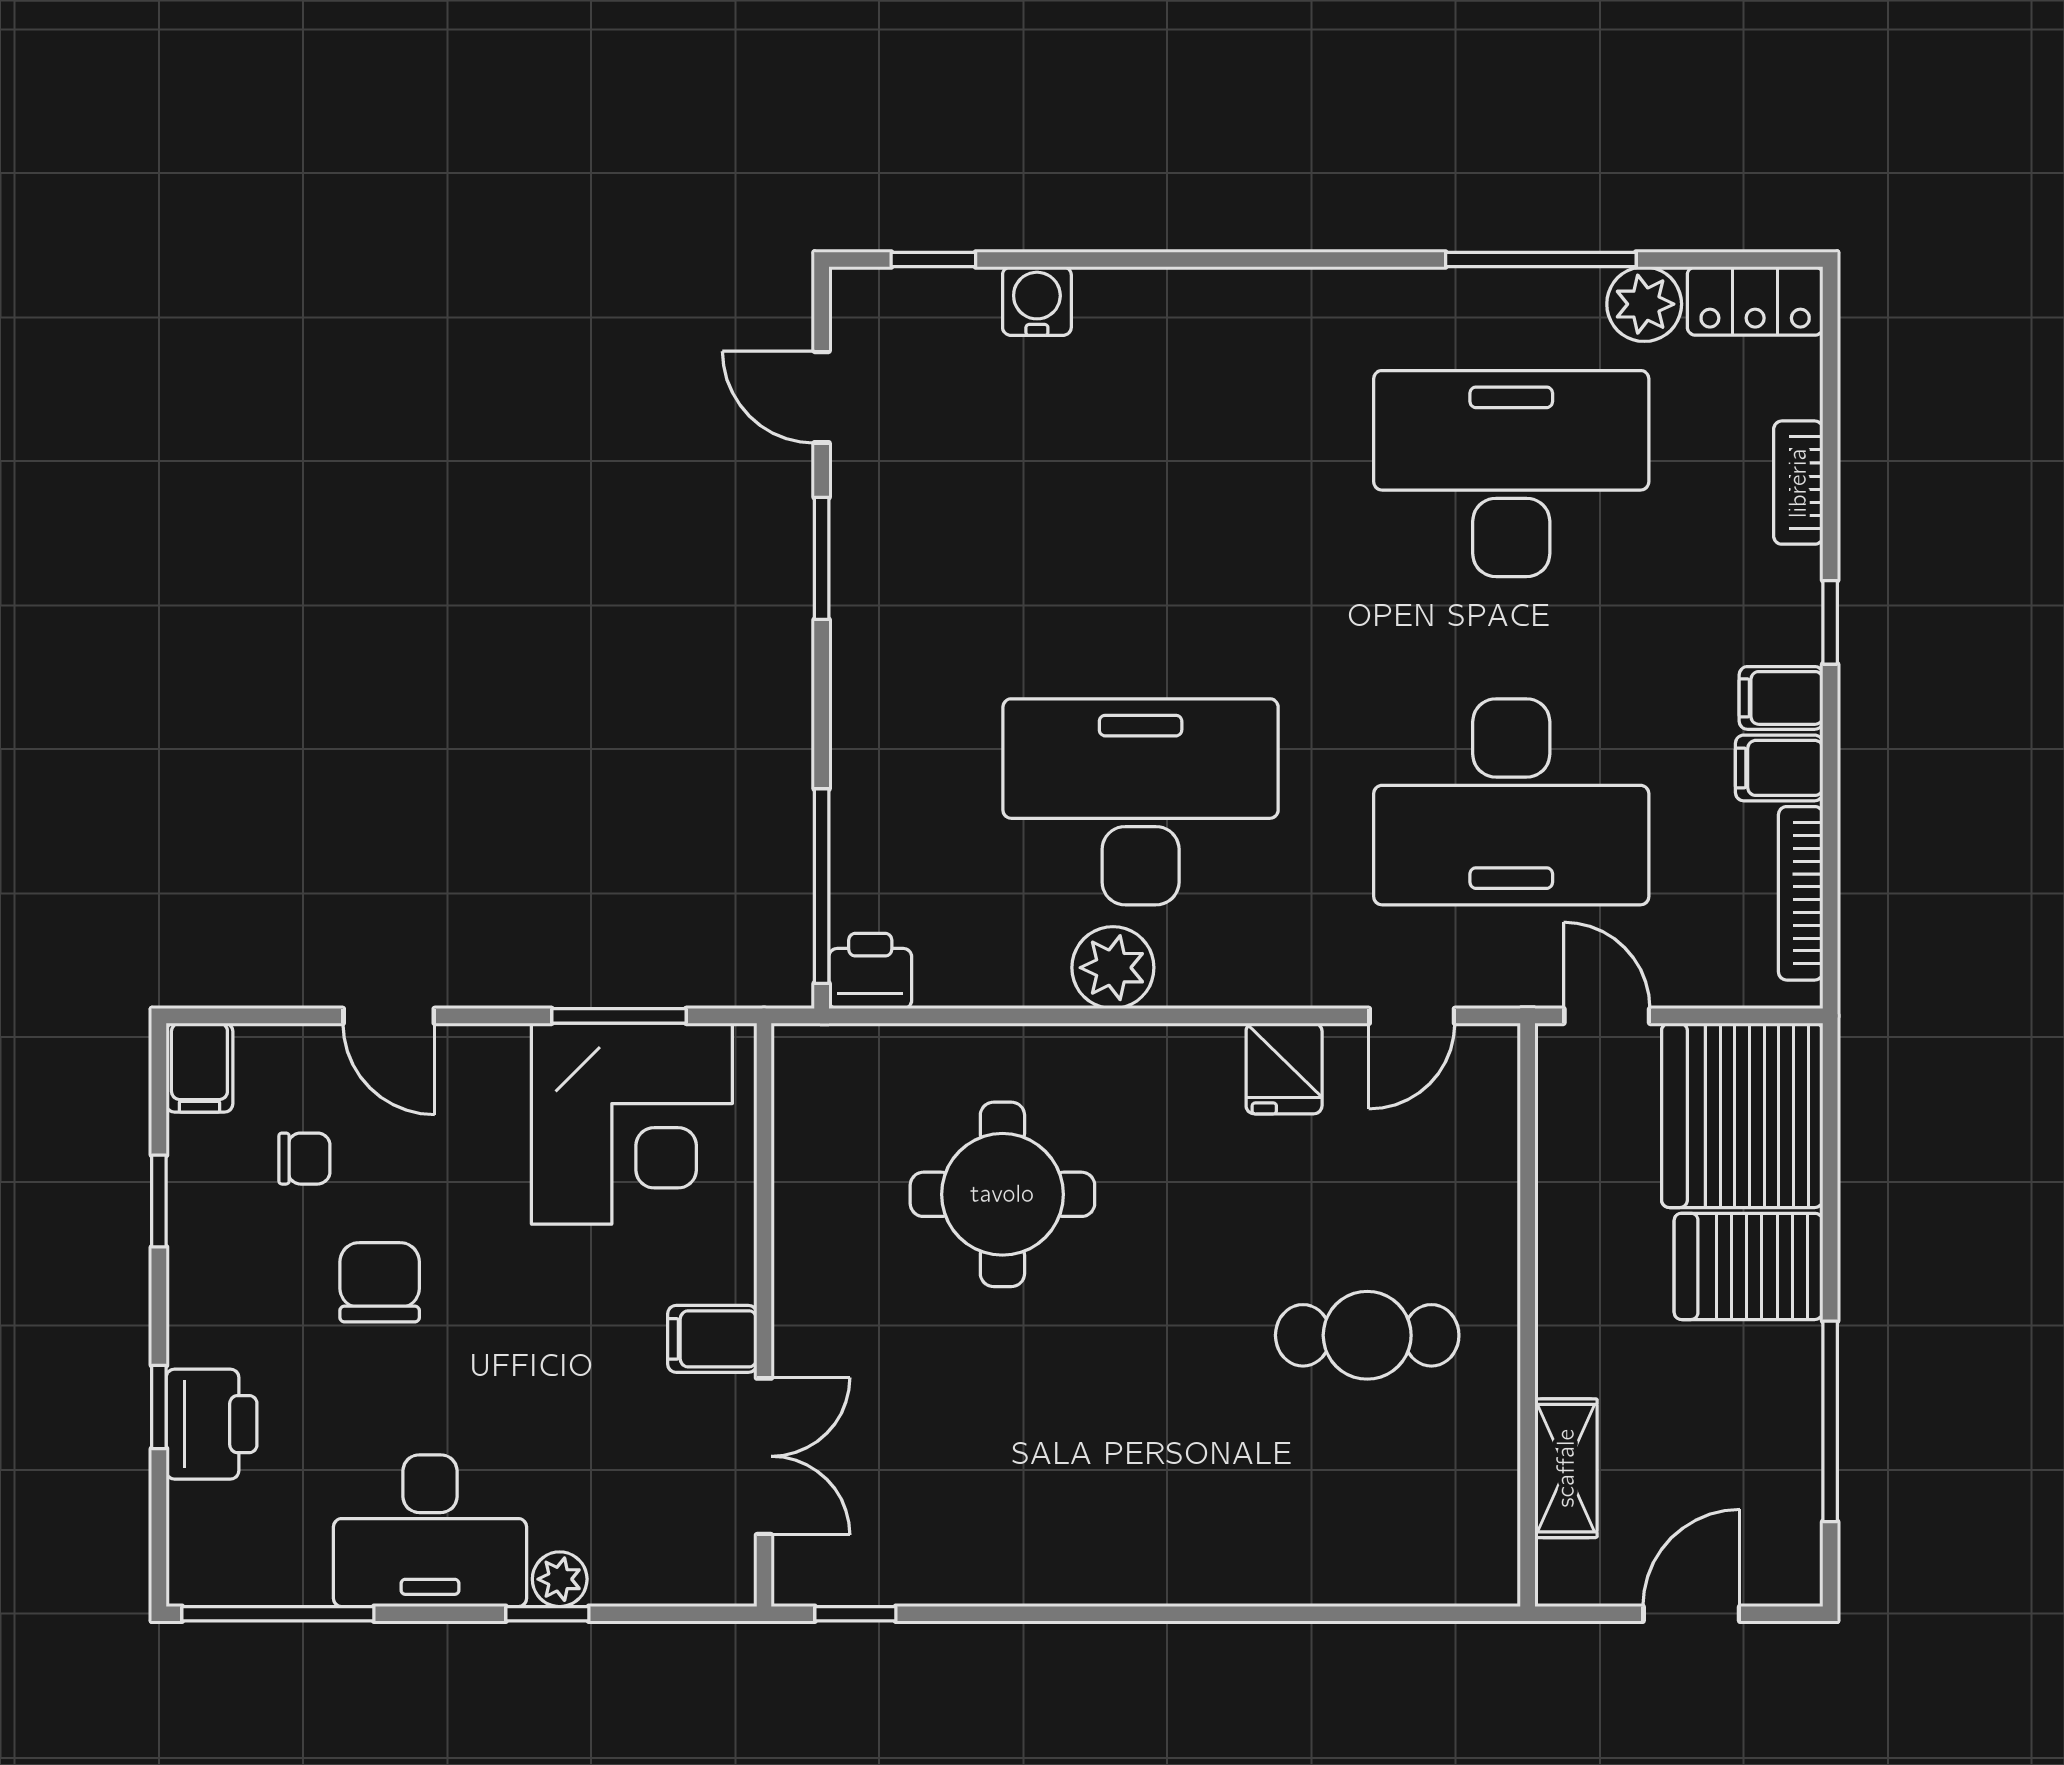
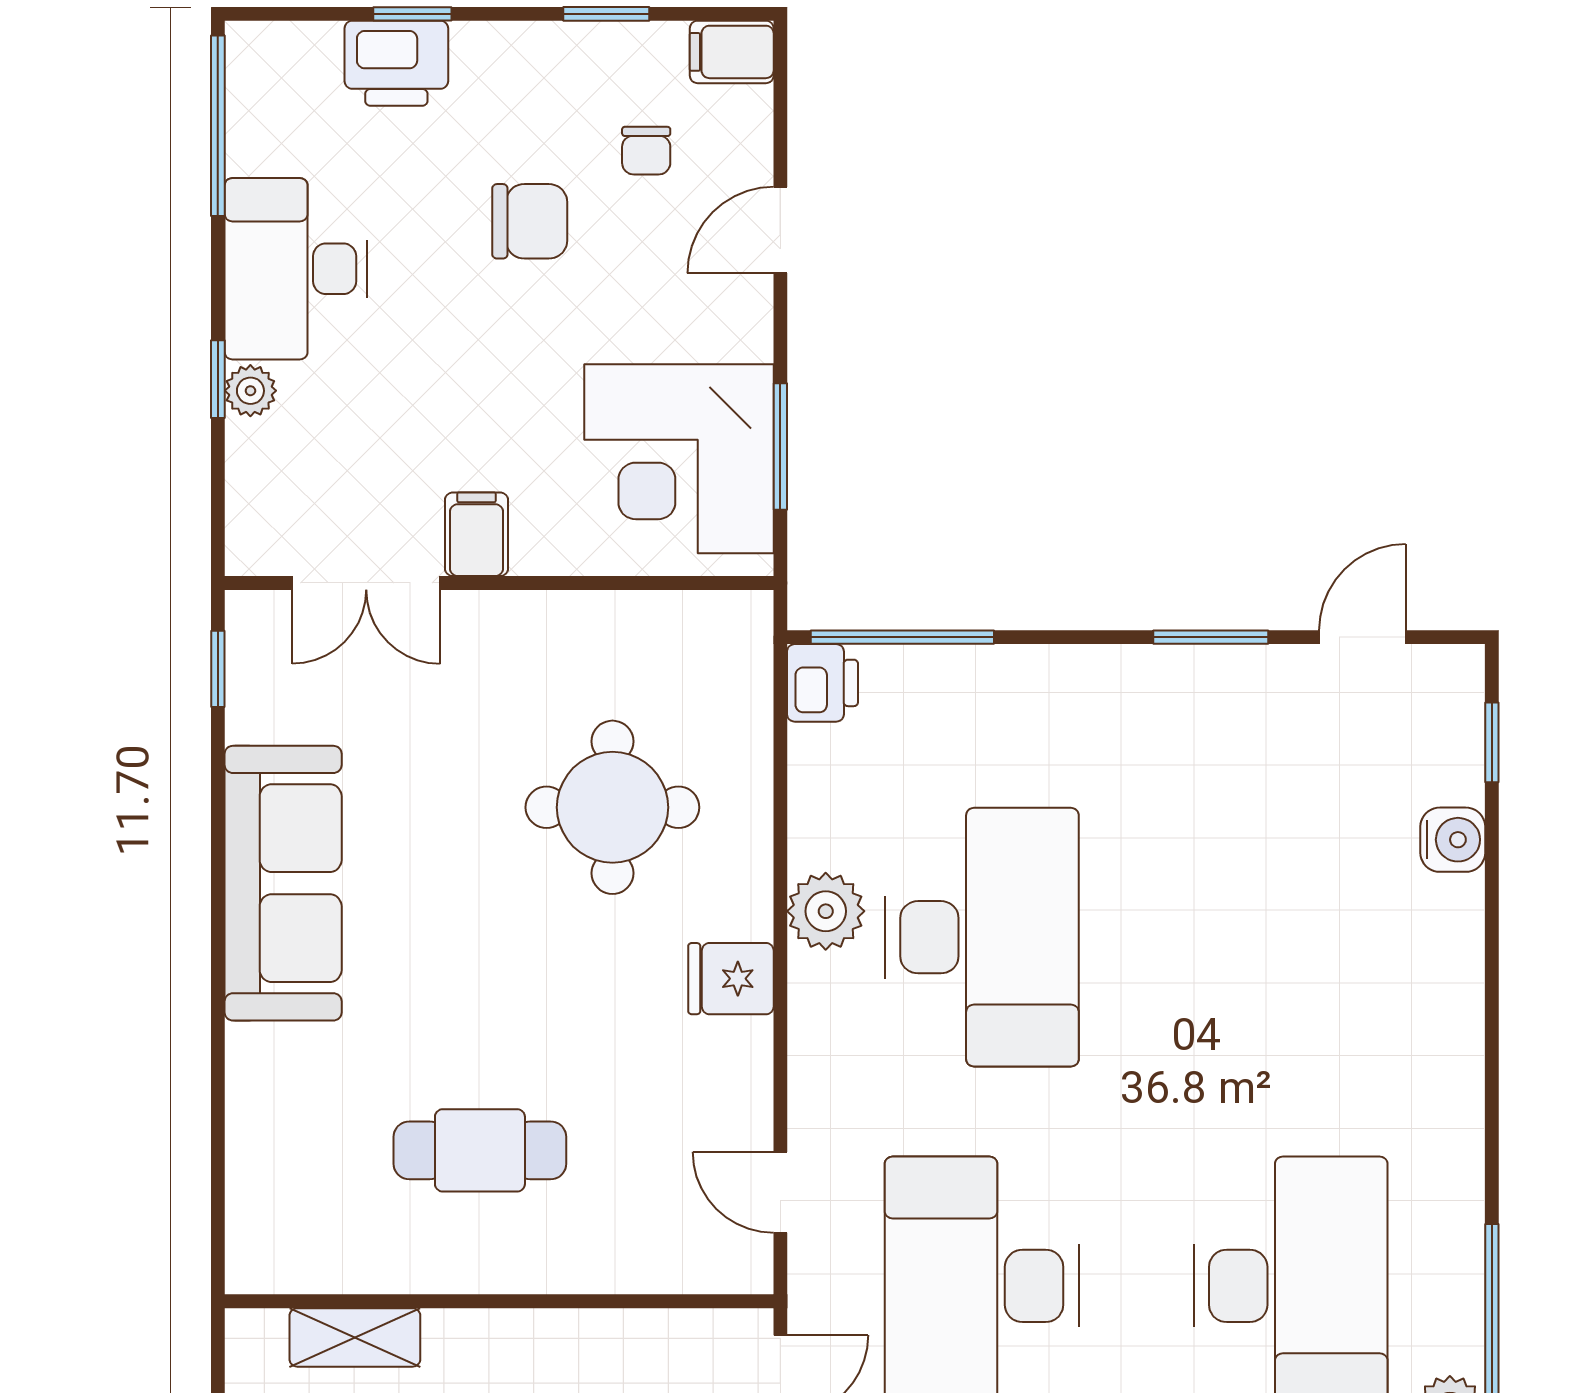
fridge: (1284, 1068) -> (731, 979), moved
cafe table: (1367, 1335) -> (480, 1150), turned 90
sofa: (1083, 1544) -> (283, 883), added

